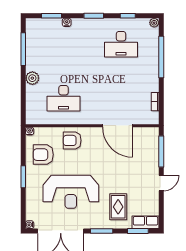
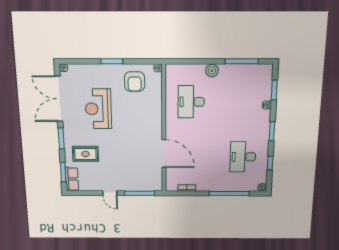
door: (118, 126) -> (164, 154), swing flipped
armchair: (72, 140) -> (149, 110), removed
armchair: (43, 155) -> (135, 82), turned 180
reception desk: (71, 192) -> (98, 109), width x0.74, depth x0.77

